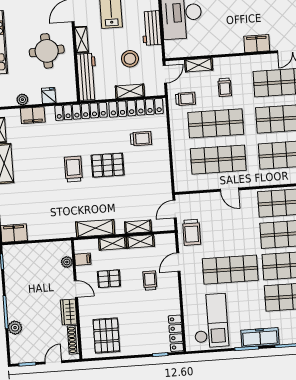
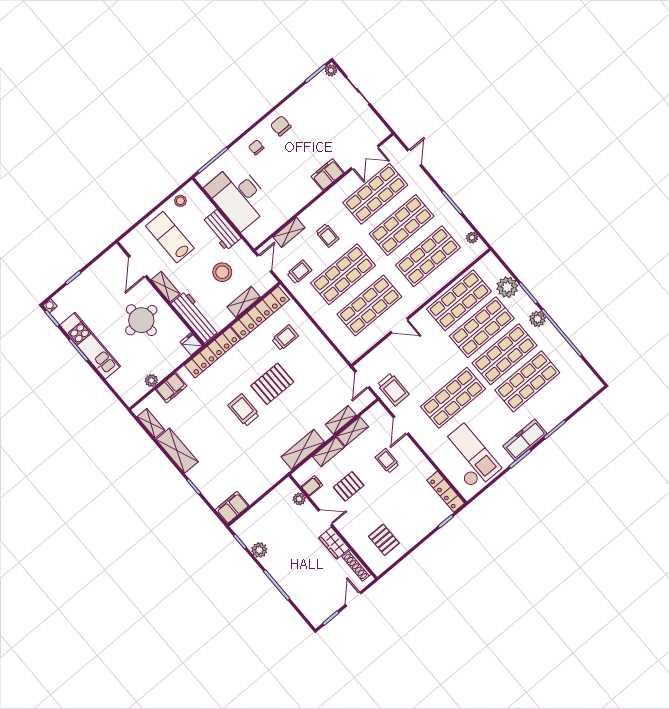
fridge: (49, 96) -> (191, 344), moved
plant: (15, 328) -> (259, 550), moved
pallet: (106, 336) -> (384, 540), width x0.67, depth x0.71

